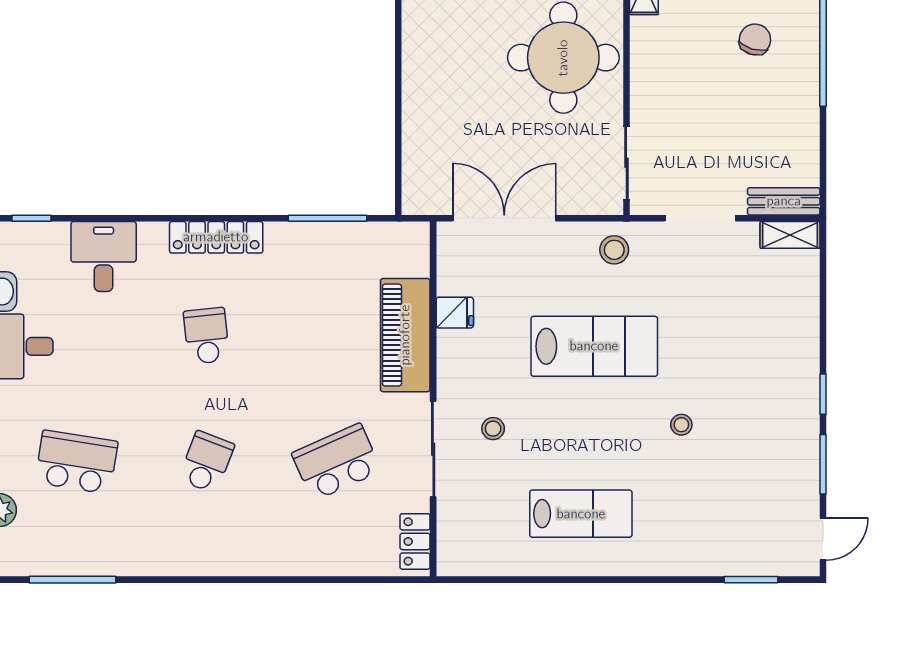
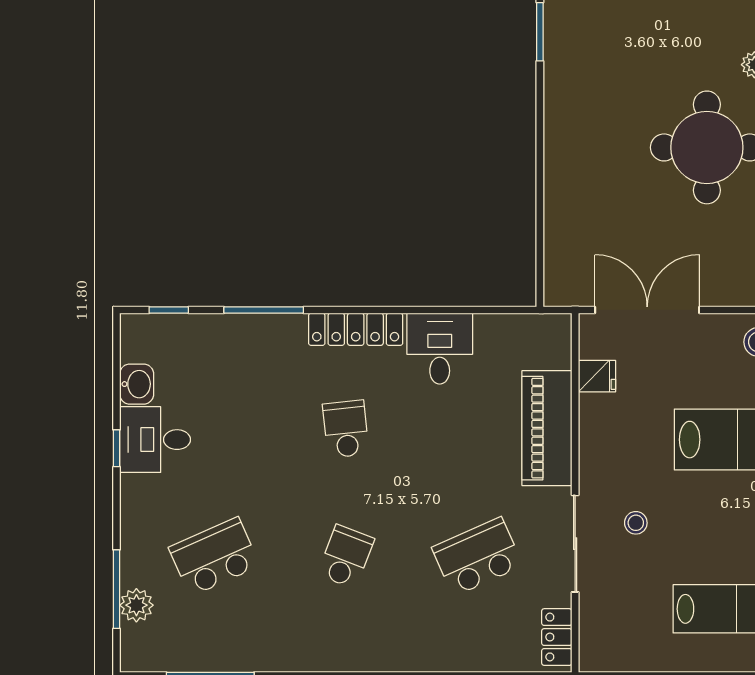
window: (327, 218) -> (264, 310), moved
desk: (104, 257) -> (440, 349), moved
fridge: (455, 313) -> (597, 376), moved
school desk: (76, 462) -> (214, 557), turned -33

